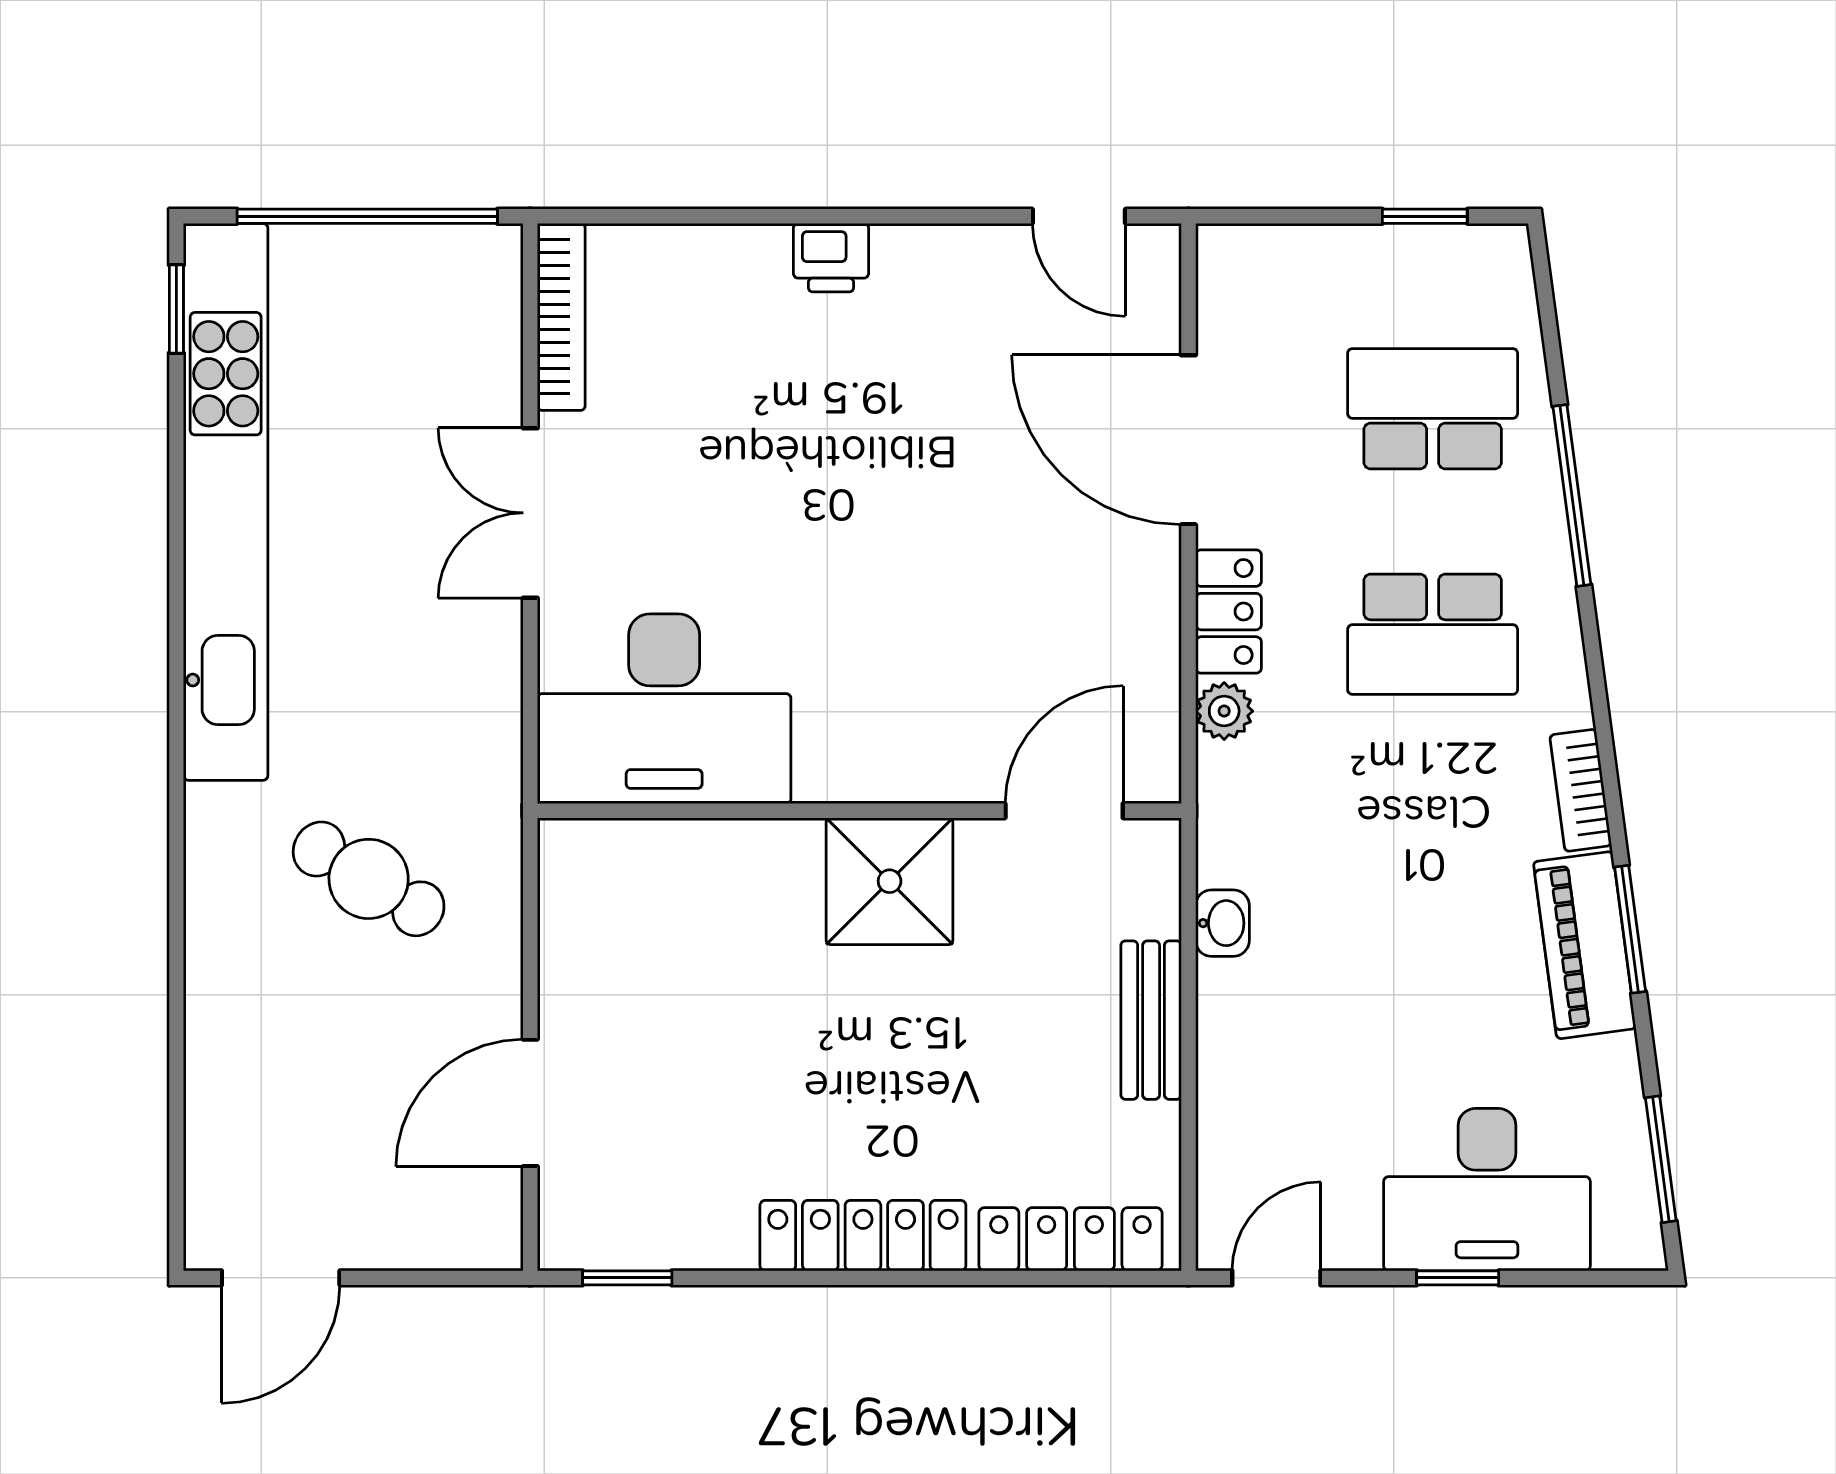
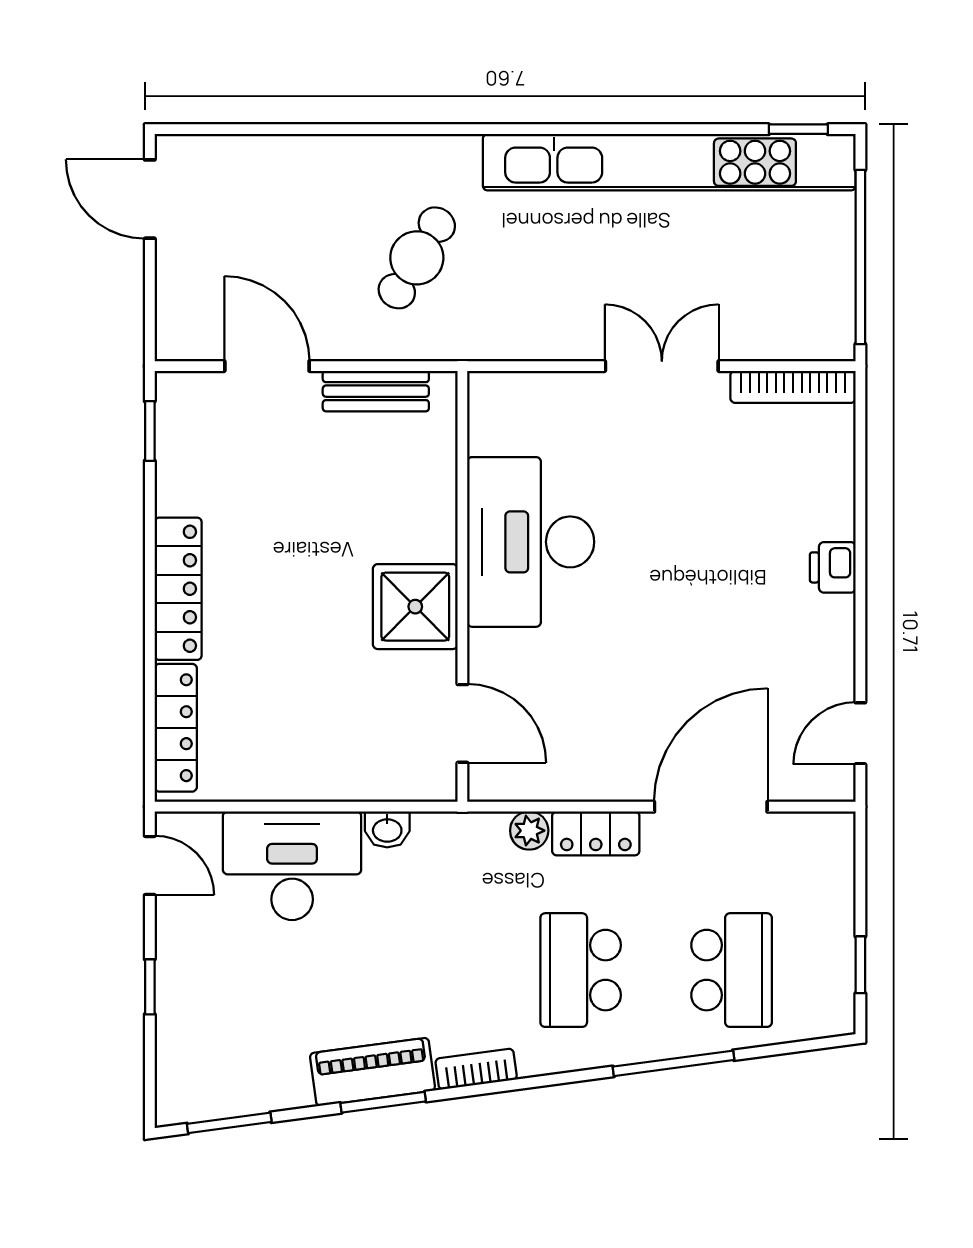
desk: (664, 709) -> (531, 542), moved
bench: (1151, 1020) -> (376, 391), moved
desk: (1487, 1190) -> (292, 866), moved, turned 90

